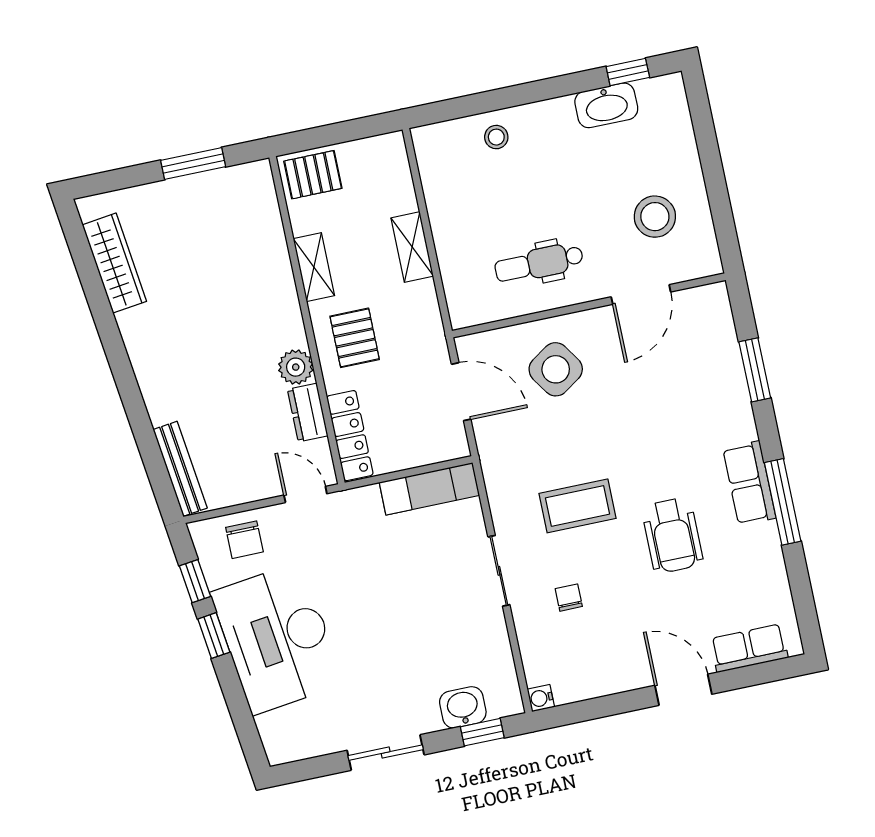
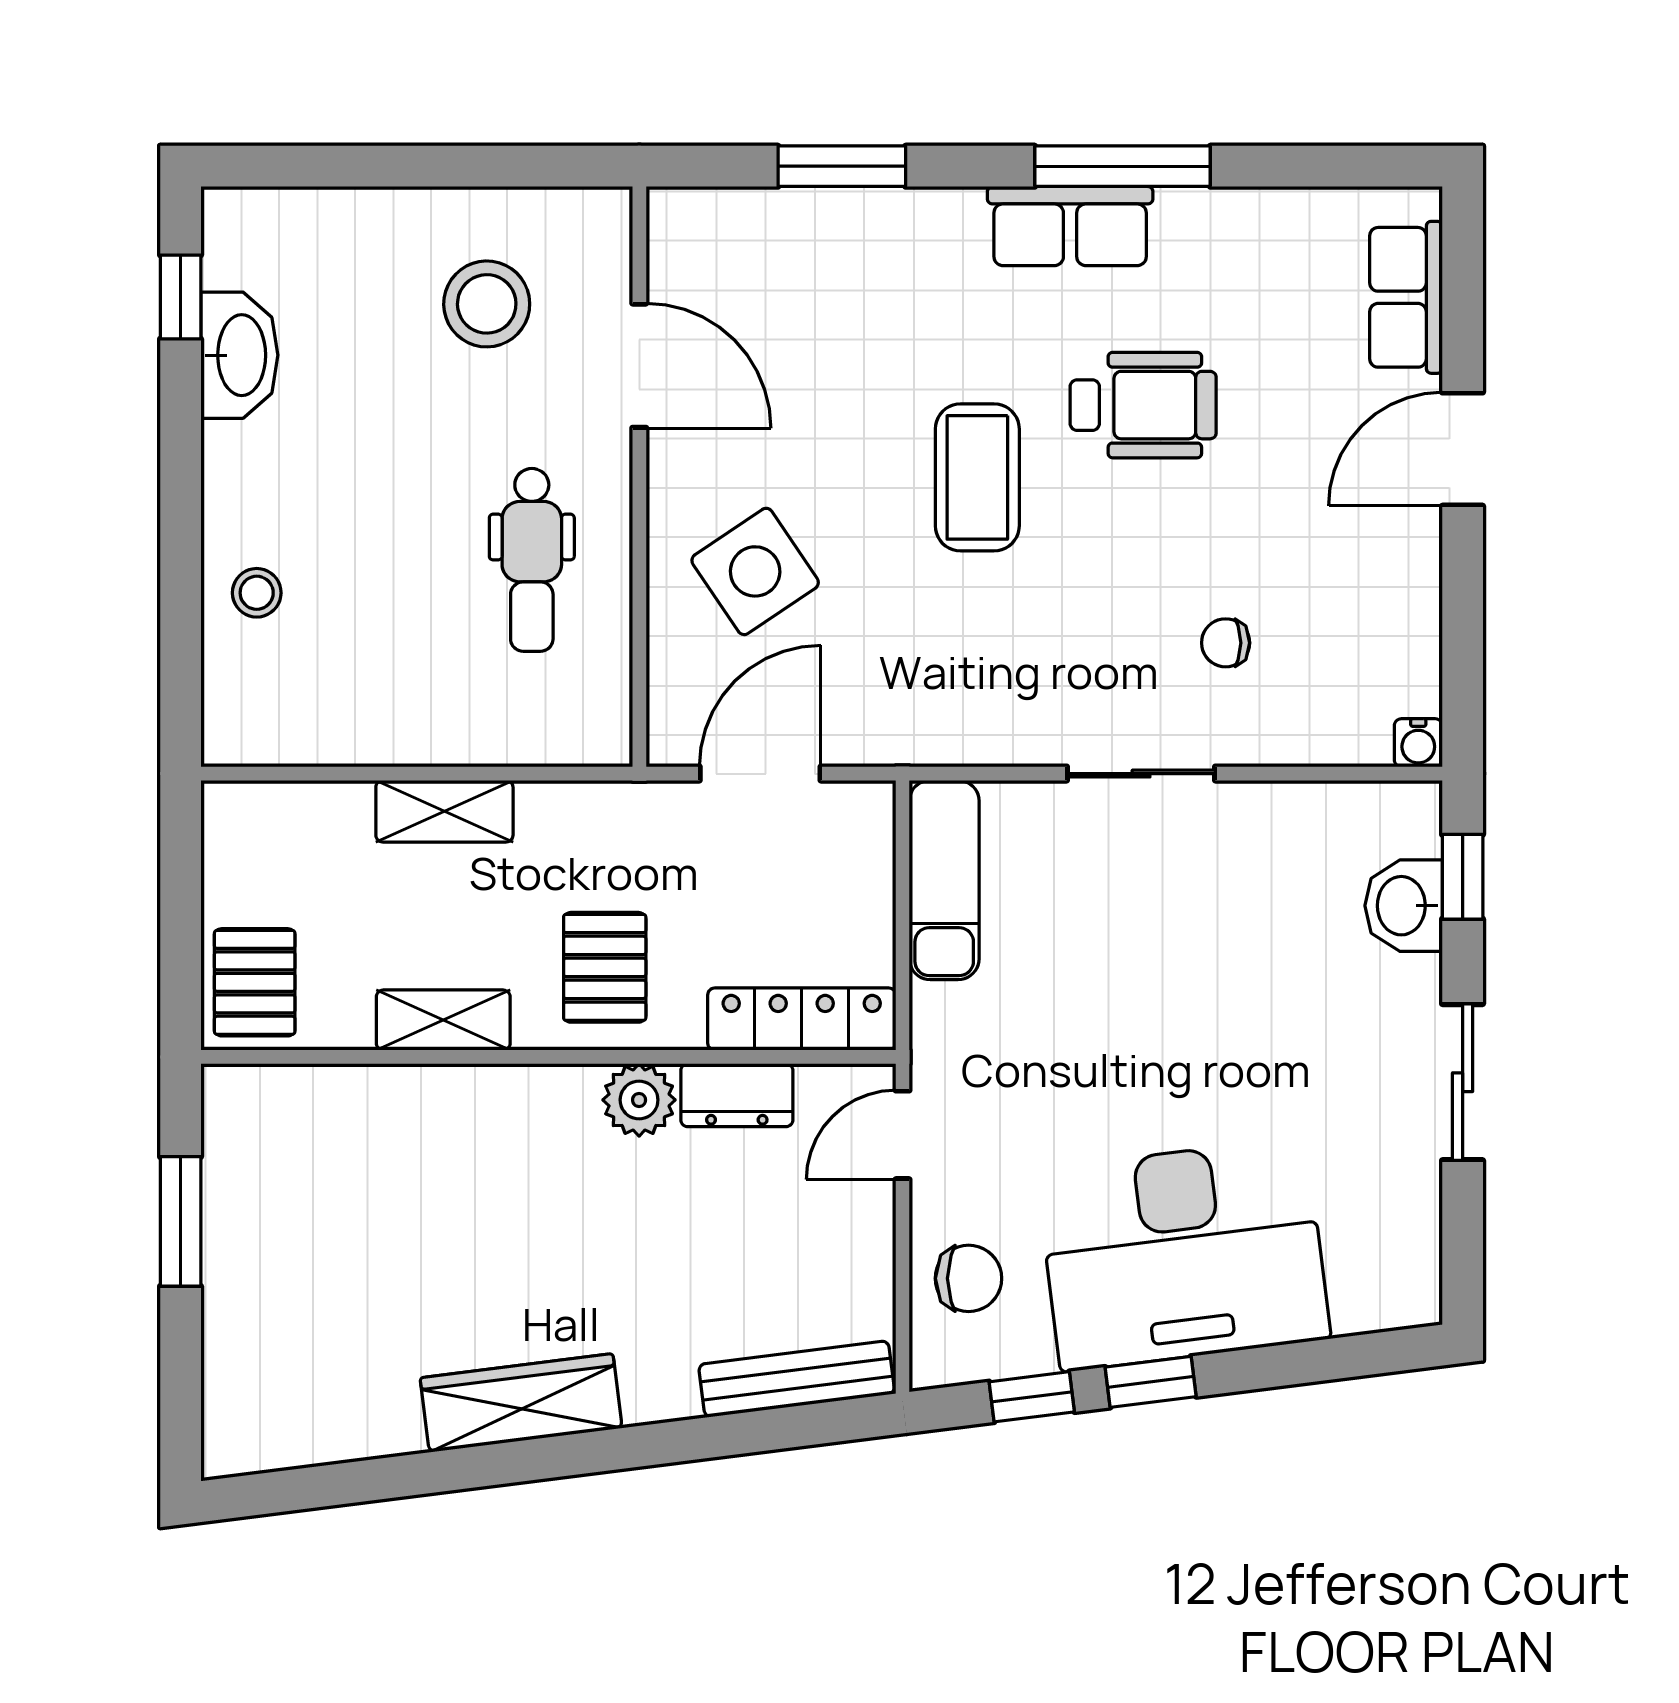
wardrobe: (114, 263) -> (521, 1403), moved
pallet: (355, 338) -> (605, 967), turned 90
coffee table: (577, 506) -> (977, 477), moved

